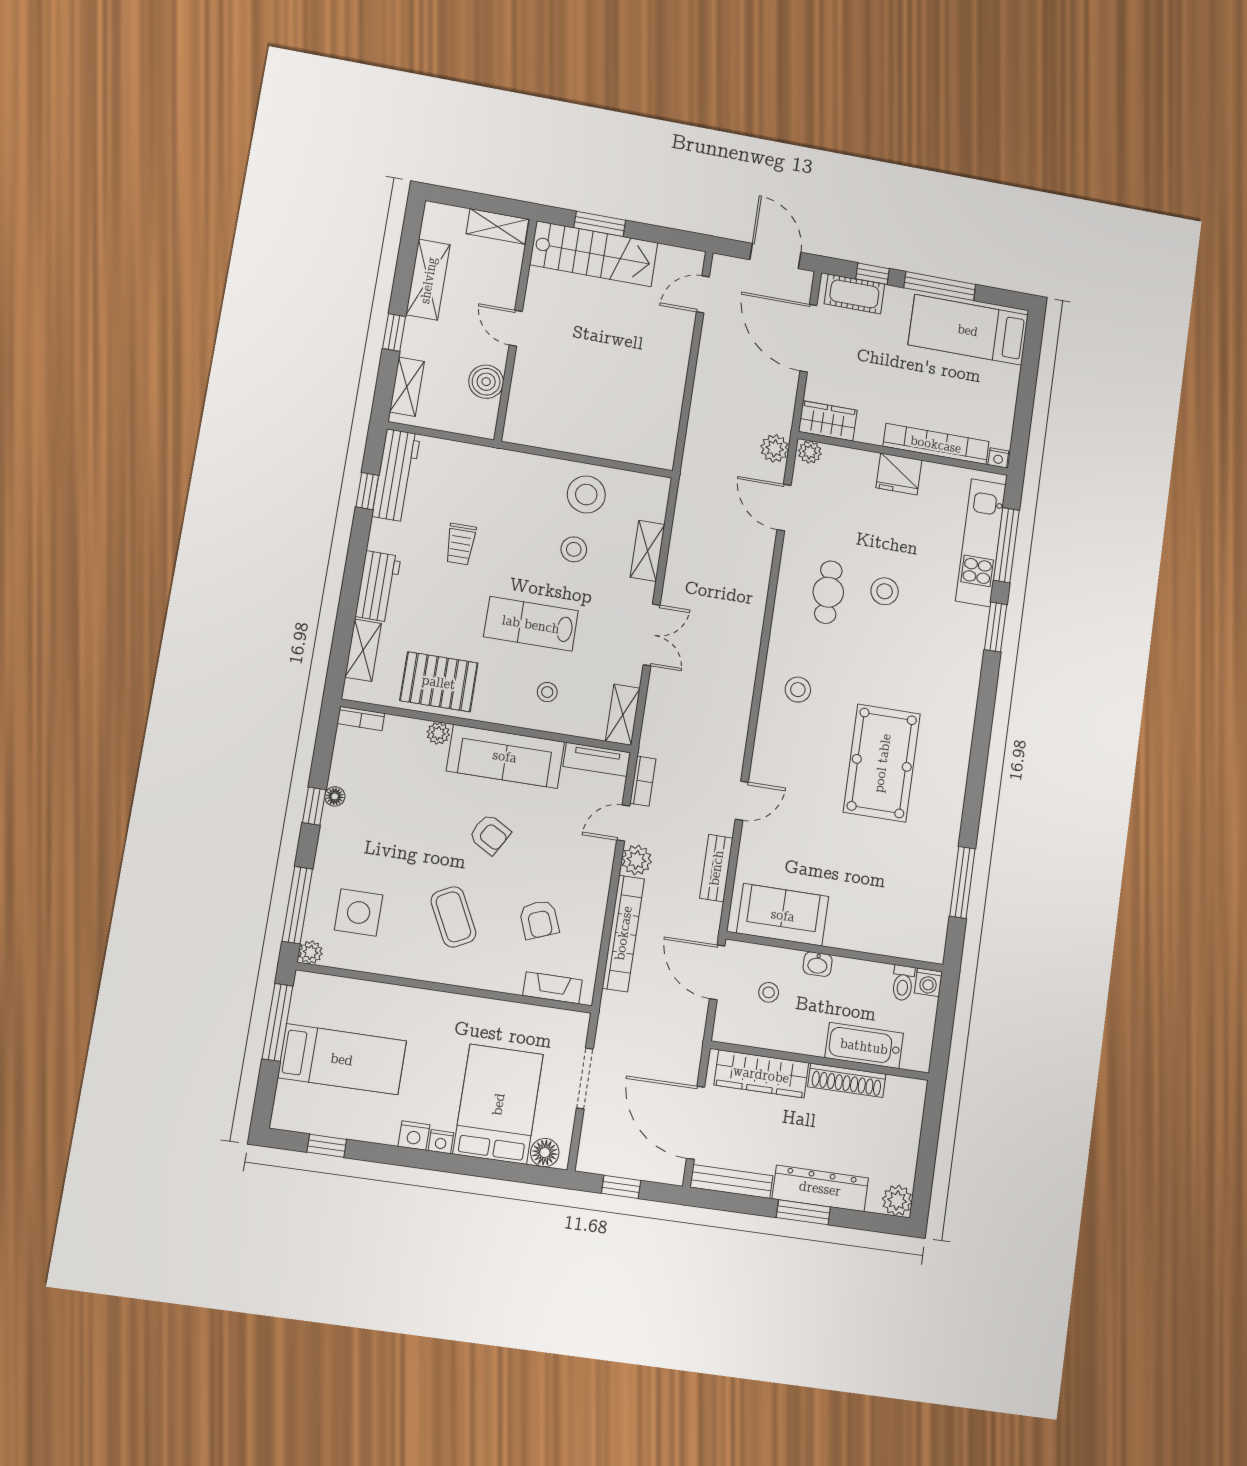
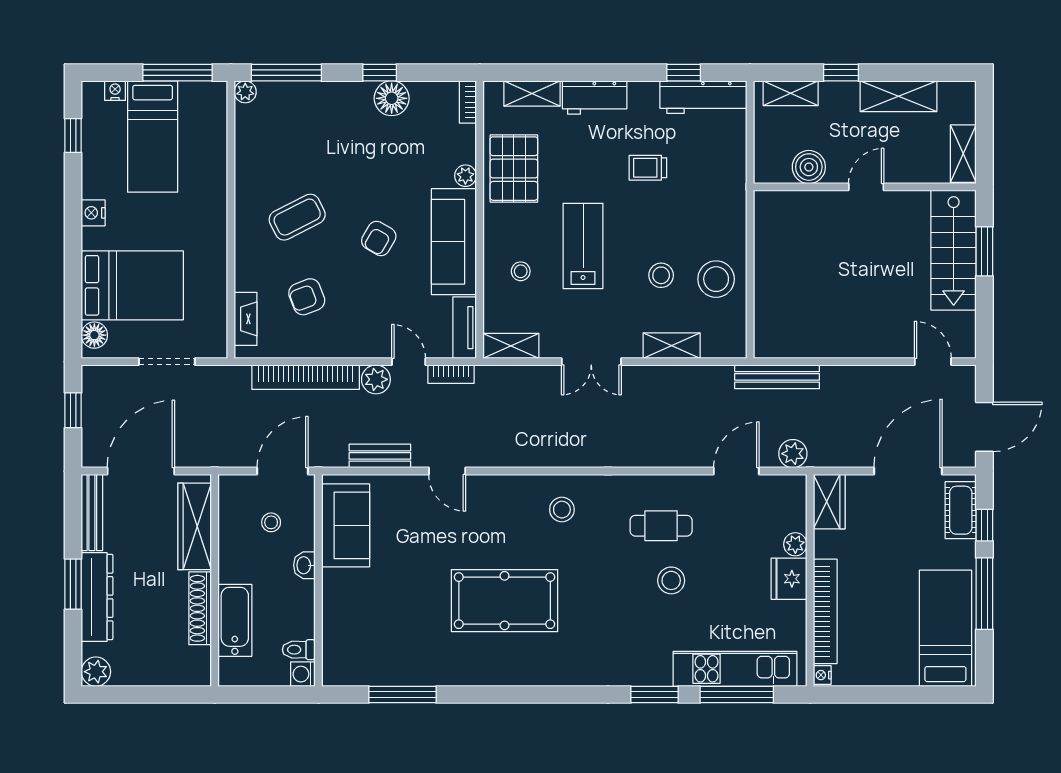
bench: (695, 451) -> (777, 377), added
plant: (810, 452) -> (795, 544), moved
floor lamp: (335, 796) -> (392, 98), width x1.89, depth x1.89
side table: (359, 912) -> (288, 129), removed
nightstand: (441, 1142) -> (115, 91), moved, turned 90

